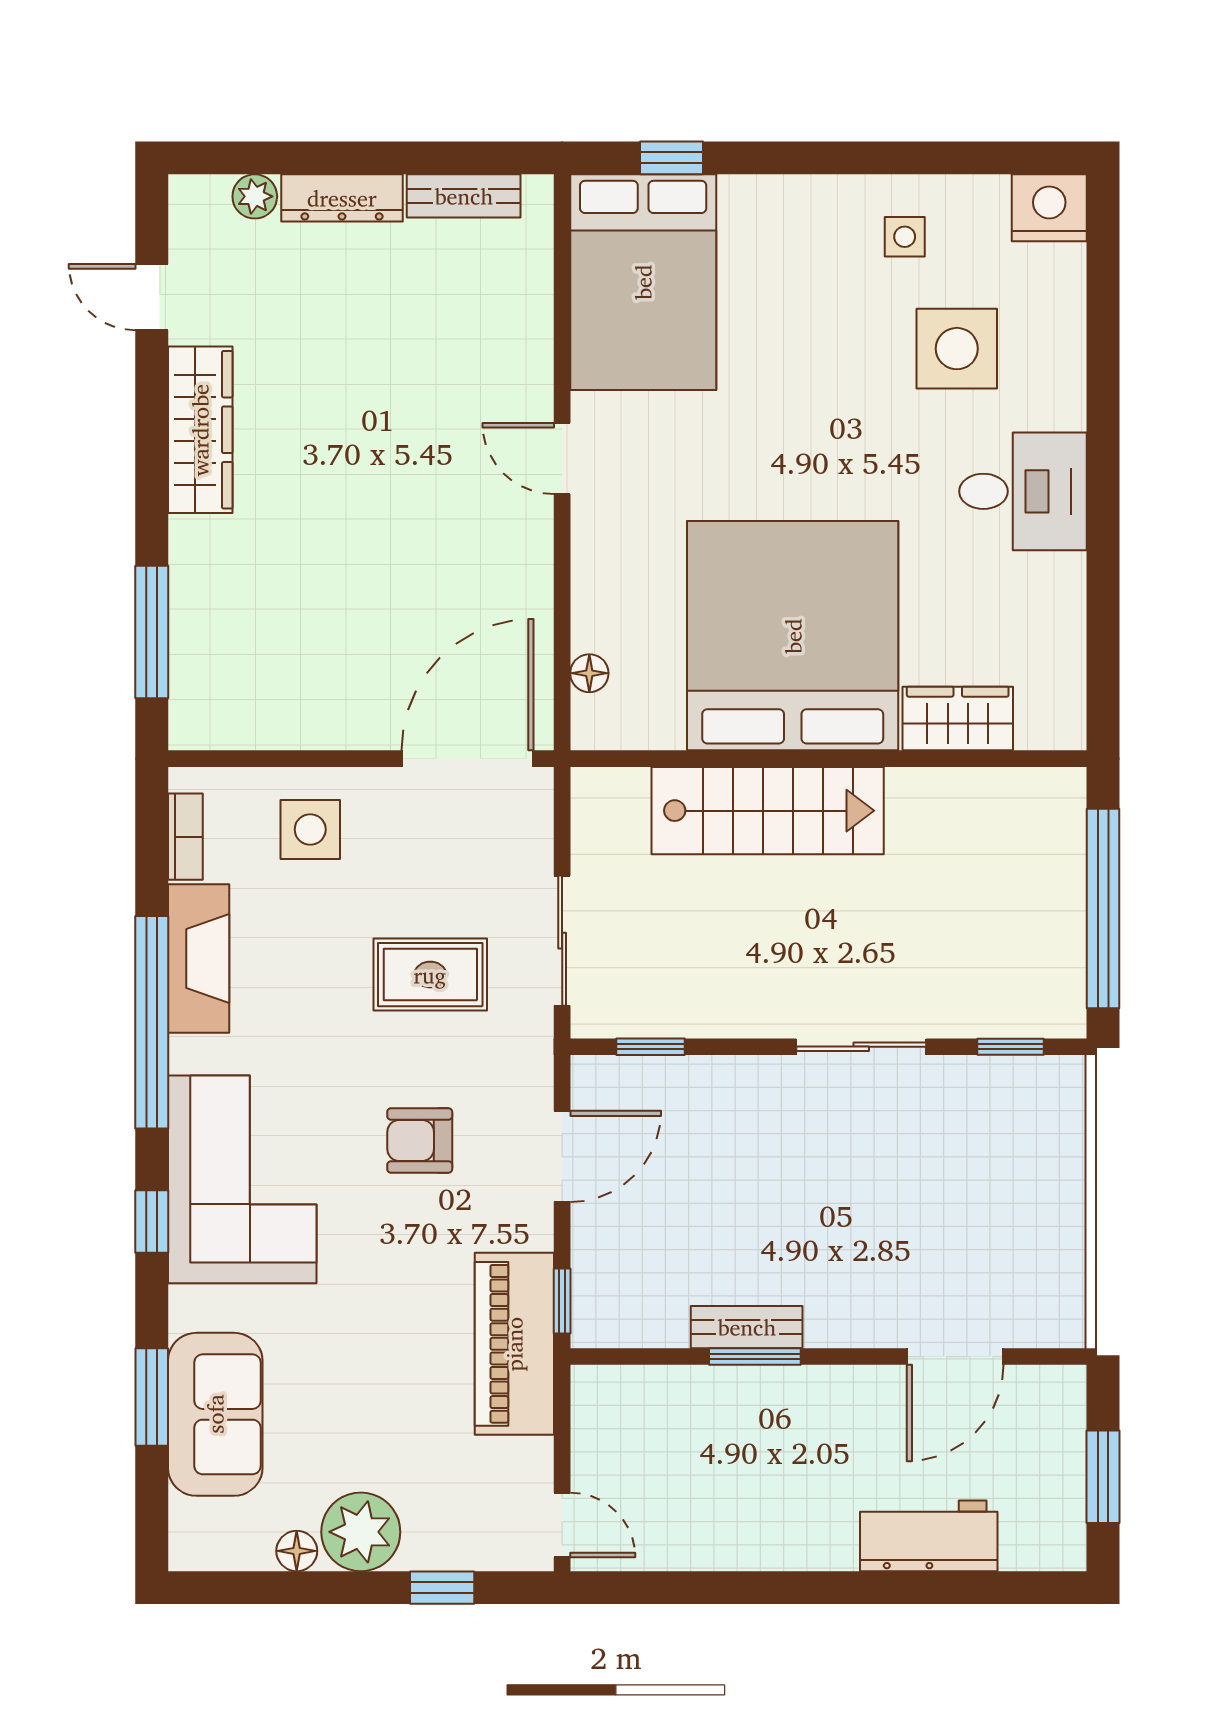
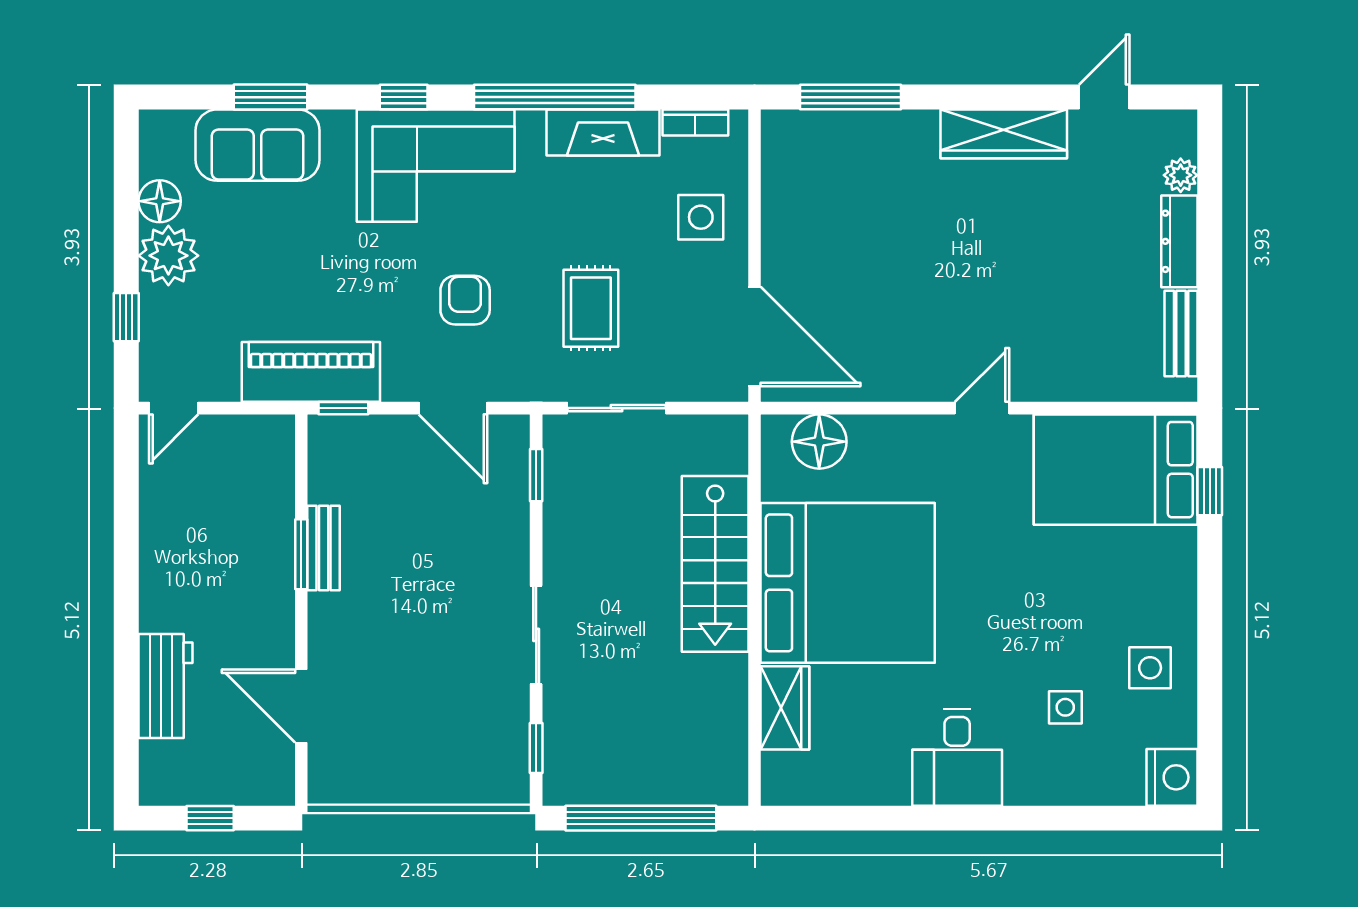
side table: (905, 237) -> (1150, 668), width x1.37, depth x1.37
side table: (957, 349) -> (1065, 707), width x0.54, depth x0.54
floor lamp: (589, 673) -> (819, 442), width x1.89, depth x1.89
window: (1103, 1477) -> (210, 818), width x0.67
floor lamp: (297, 1551) -> (160, 201), width x1.37, depth x1.37

